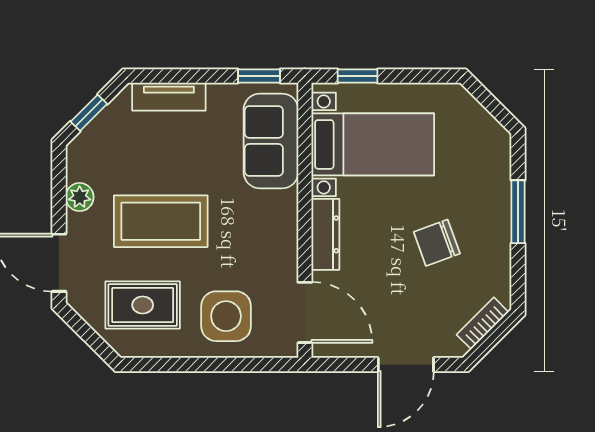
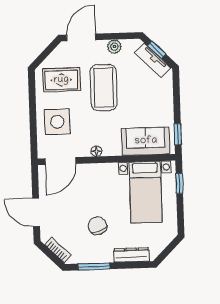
tv unit: (169, 97) -> (153, 60), moved, turned -45
window: (518, 212) -> (94, 266), moved
dresser: (325, 234) -> (131, 255), moved, turned 180
floor lamp: (288, 240) -> (96, 151), added
rug: (143, 305) -> (61, 80), turned 90

